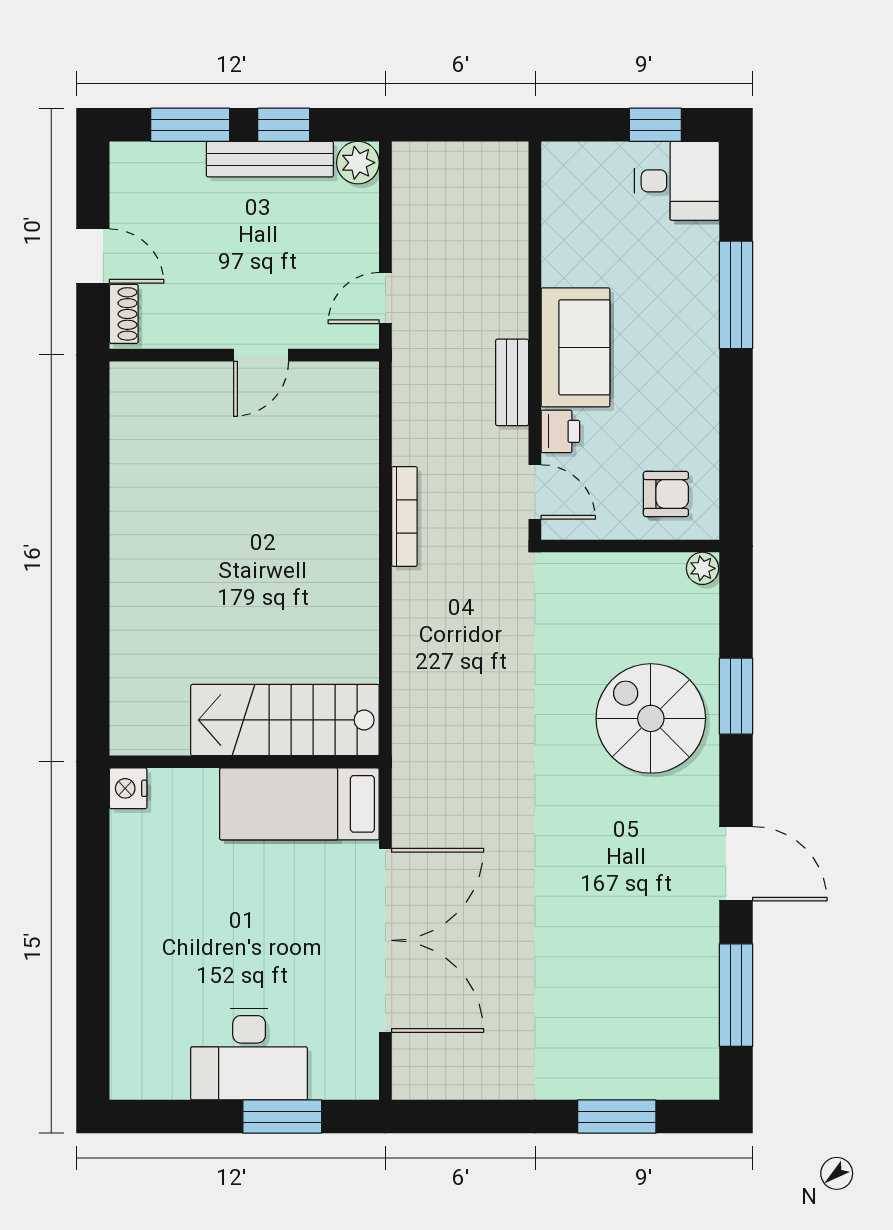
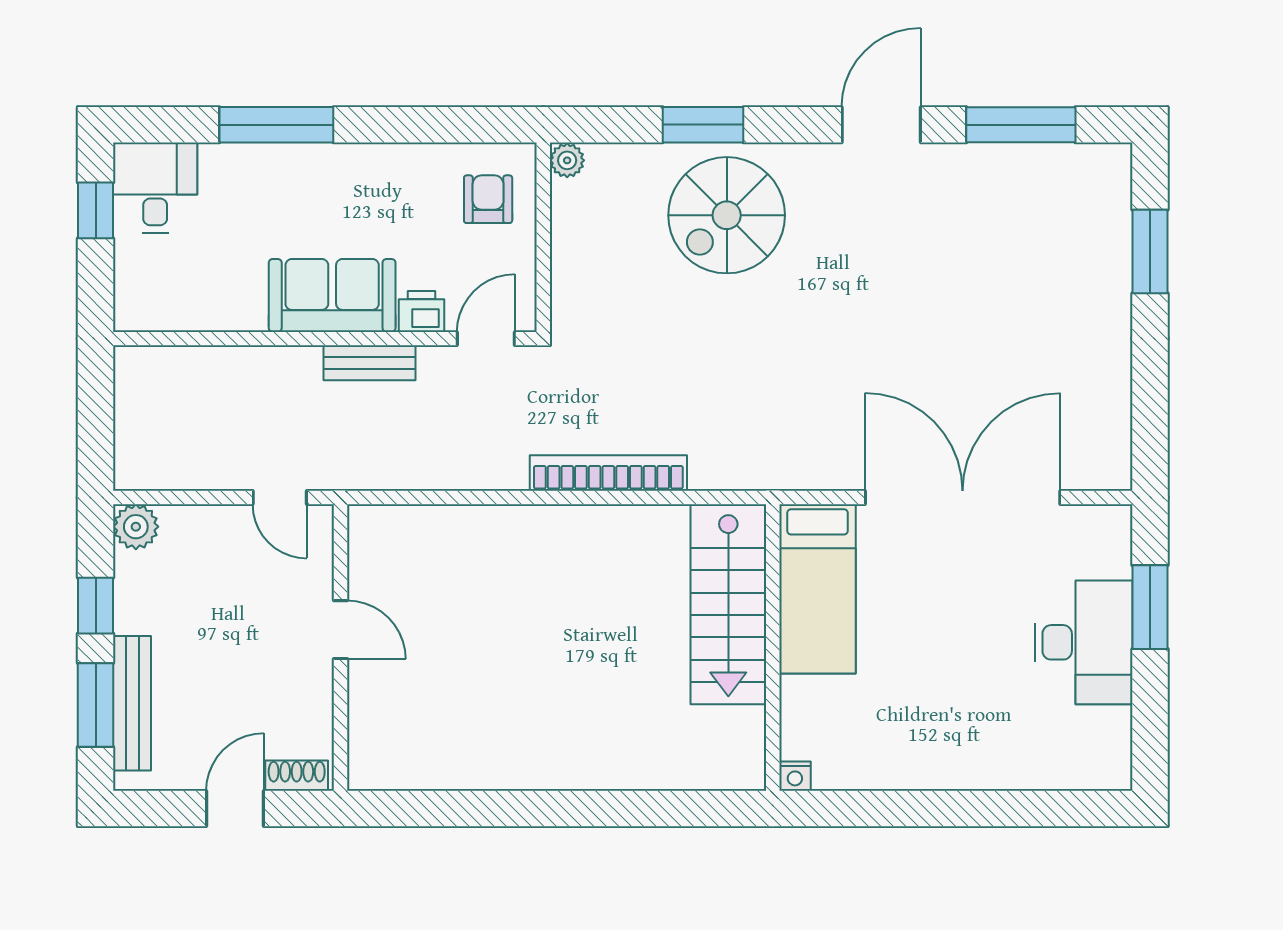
bench: (270, 159) -> (132, 703), moved
bookcase: (404, 516) -> (608, 473), moved, width x1.48, depth x1.31
nightstand: (128, 788) -> (795, 776), width x0.72, depth x0.74

